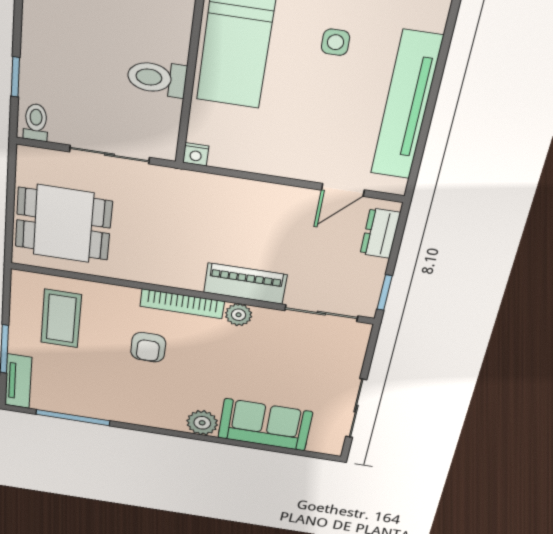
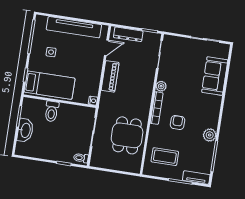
toilet: (157, 78) -> (52, 111), moved
door: (343, 190) -> (106, 48), hinge flipped
dining table: (63, 224) -> (127, 135), moved
dresser: (380, 233) -> (128, 34), width x1.44
piano: (245, 284) -> (110, 76), moved, turned 180
armchair: (148, 347) -> (178, 122), turned -90
plant: (202, 423) -> (210, 135), moved

